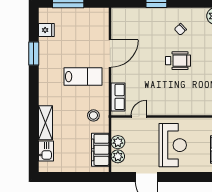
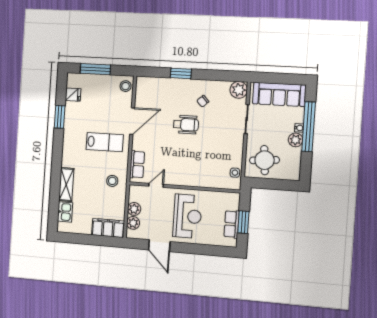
stool: (101, 18) -> (126, 86), added
wheelchair: (178, 61) -> (186, 125), moved
filing cabinet: (100, 150) -> (108, 228), moved, turned 90

